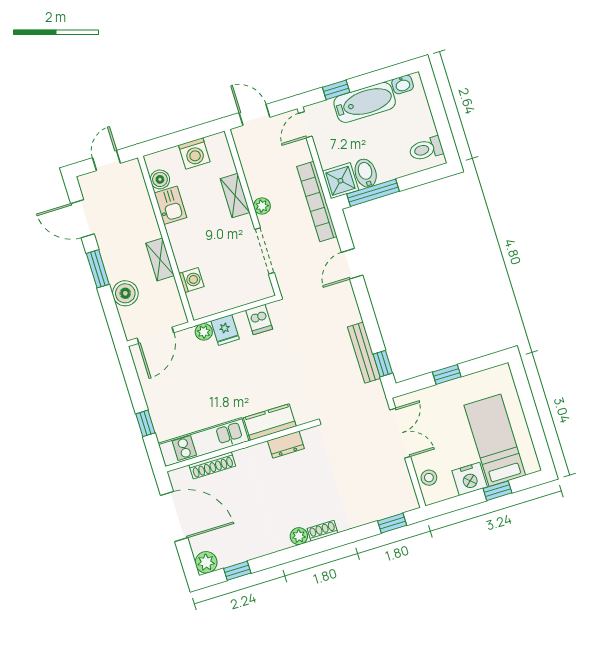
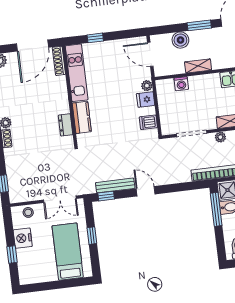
door: (352, 264) -> (146, 191), moved
bed: (495, 440) -> (68, 252), moved, turned -90
shoe rack: (212, 465) -> (59, 61), moved

